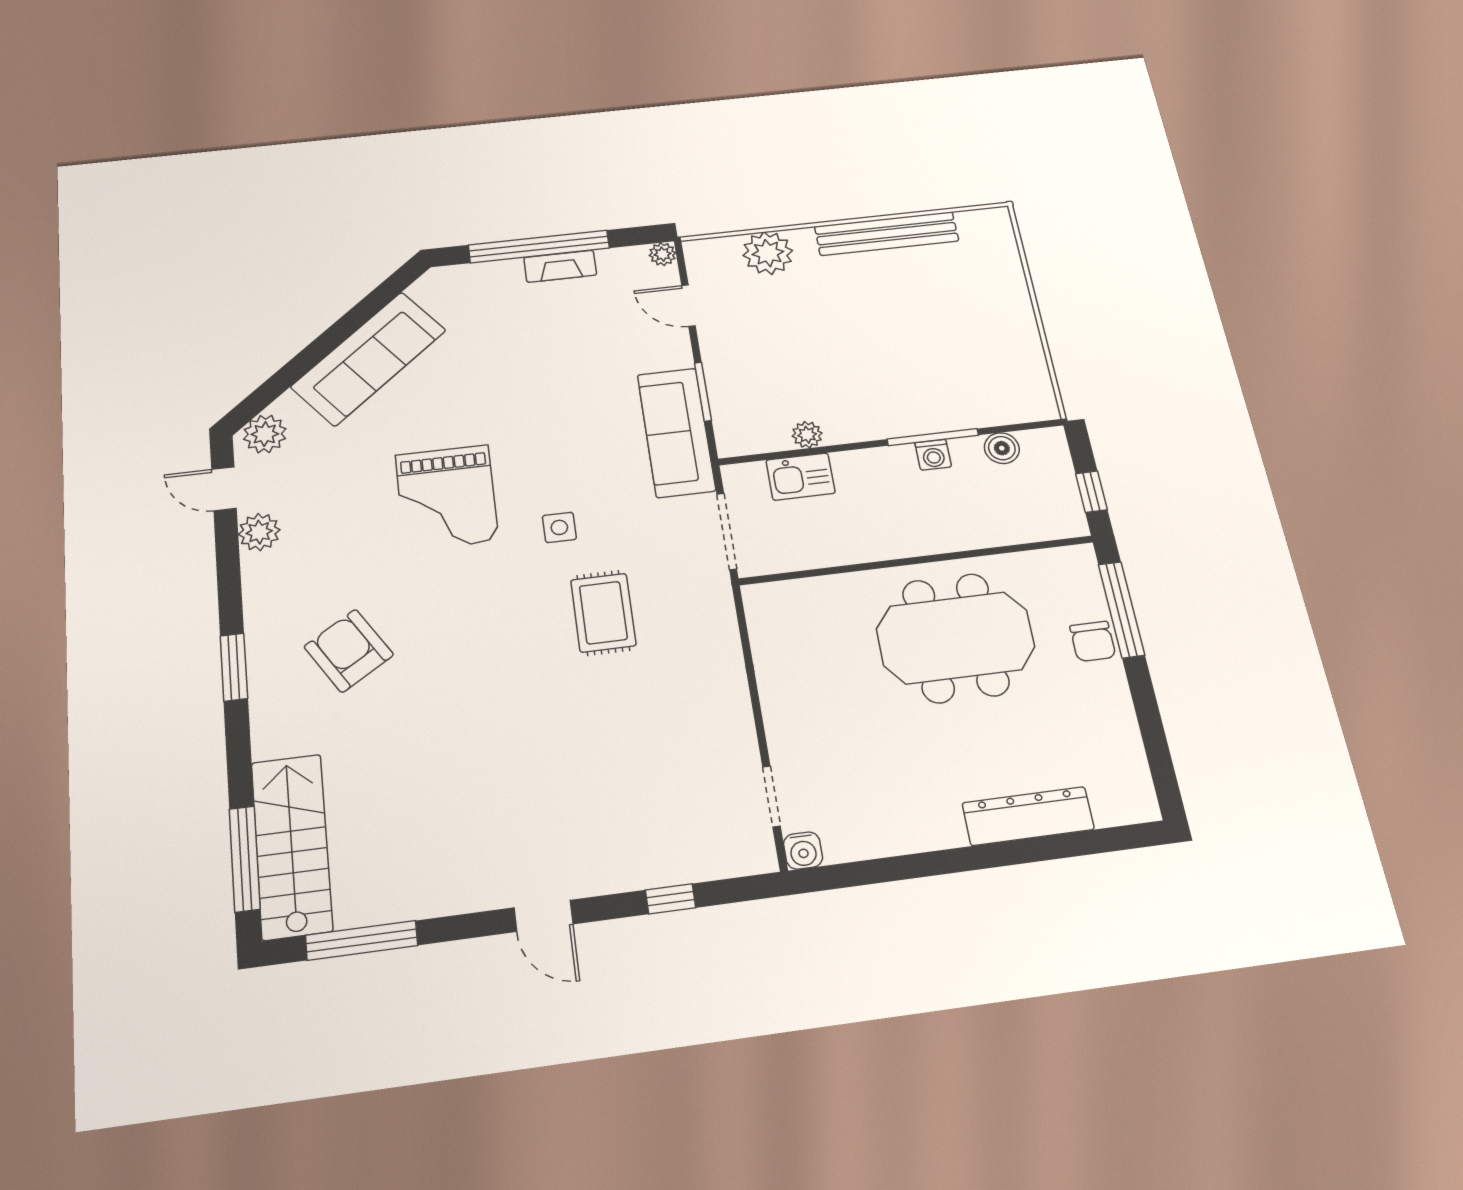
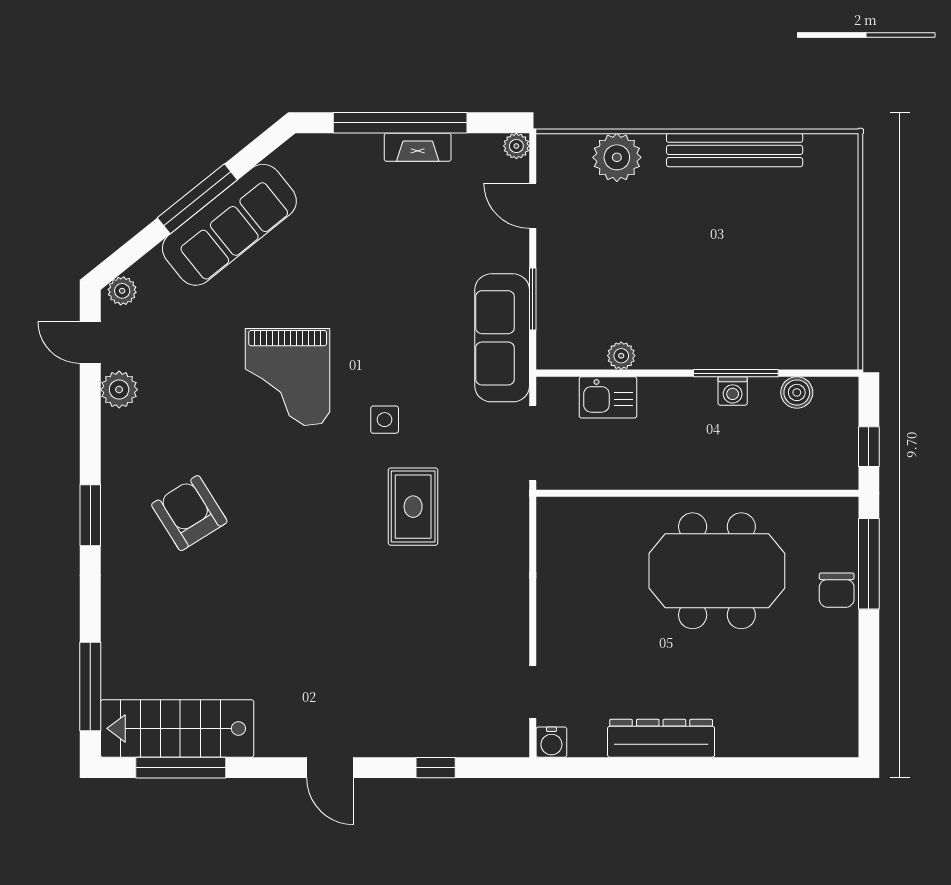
window: (332, 338) -> (197, 199), added
plant: (265, 434) -> (122, 291), width x0.73, depth x0.73
dresser: (1028, 816) -> (661, 738), moved
stairs: (292, 846) -> (177, 728), moved, turned -90

